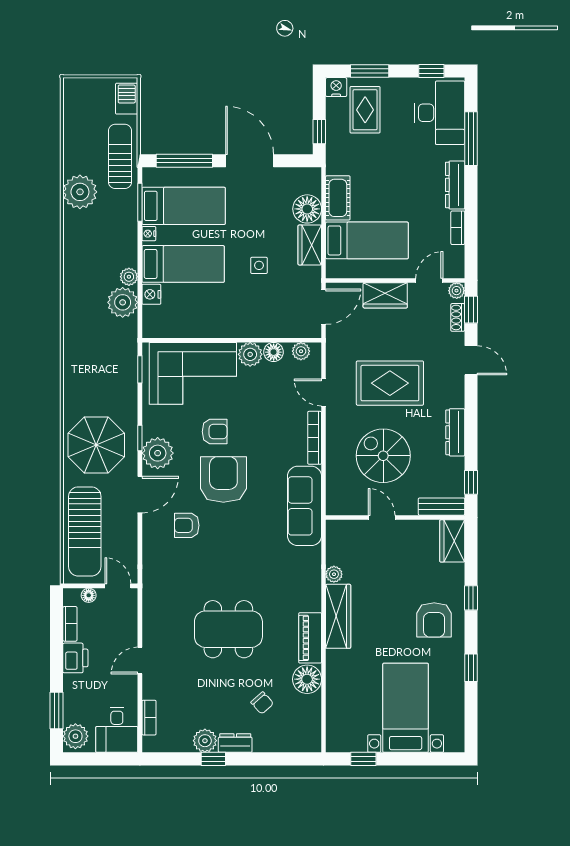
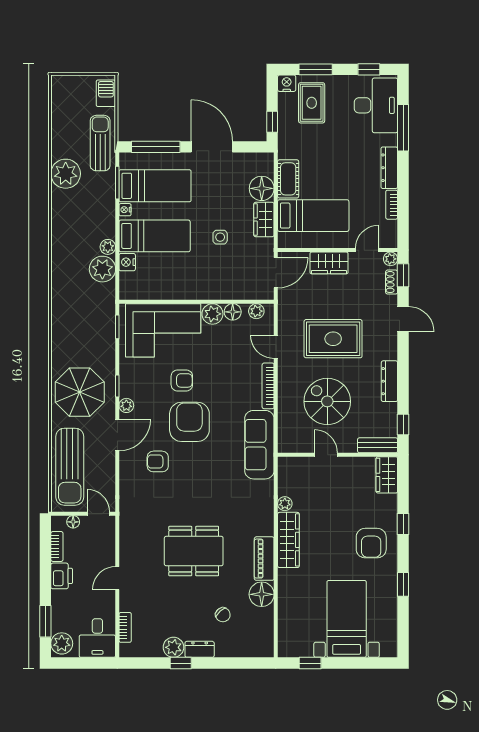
plant: (158, 453) -> (126, 405), width x0.53, depth x0.53

